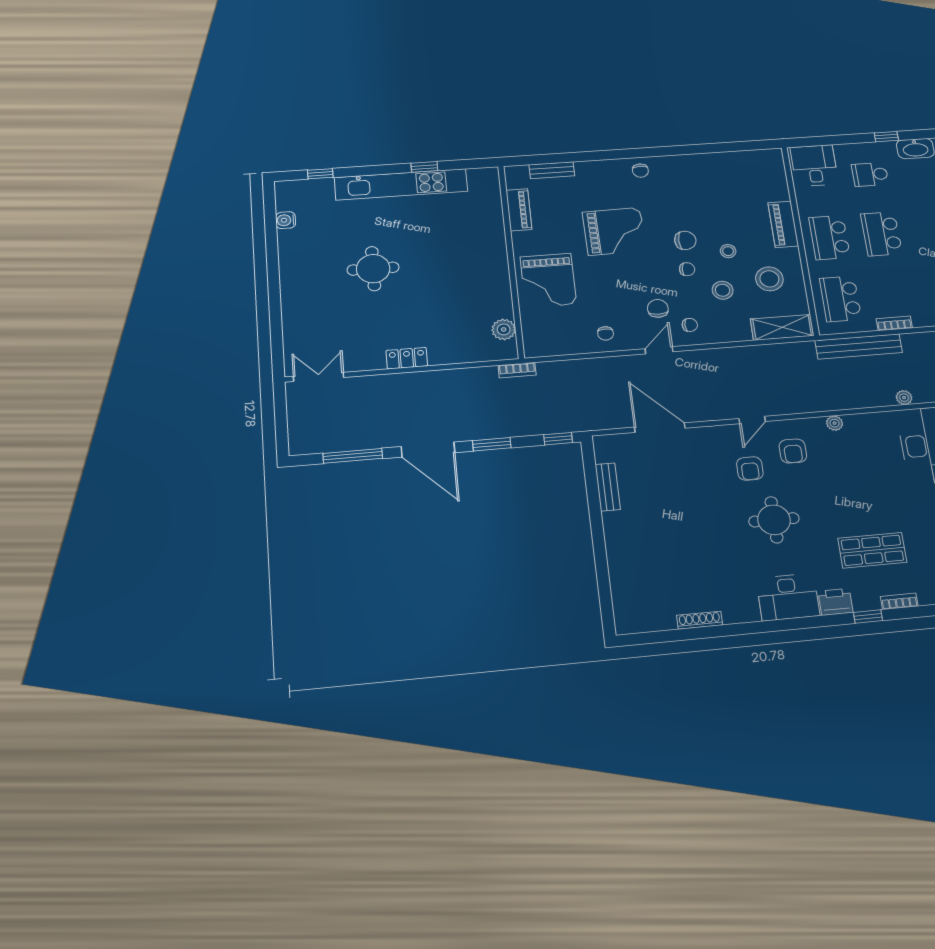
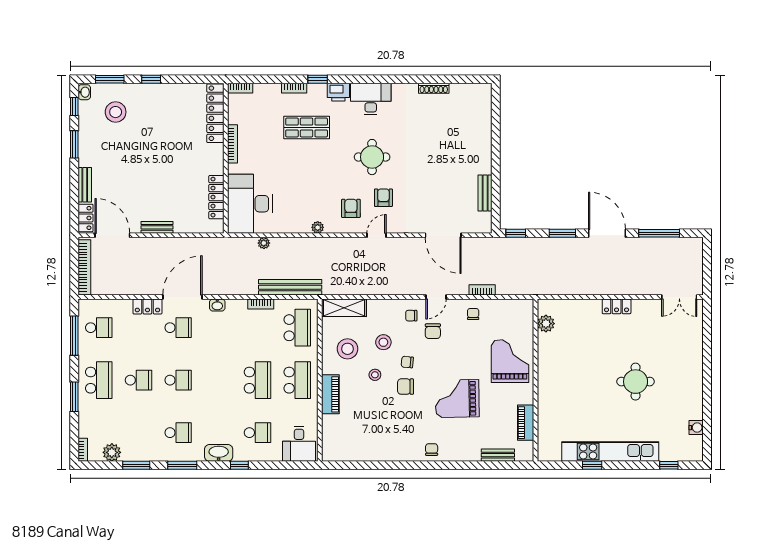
bookcase: (517, 370) -> (482, 290), moved

